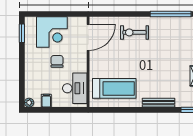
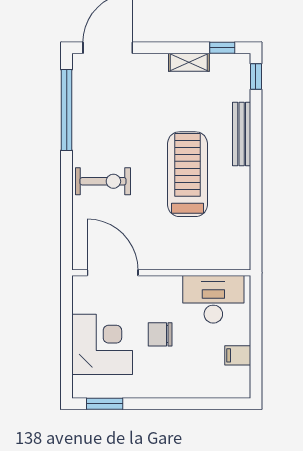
exercise bike: (135, 32) -> (103, 181), turned -90
treadmill: (114, 88) -> (187, 174), moved
plant: (29, 103) -> (242, 389), removed

